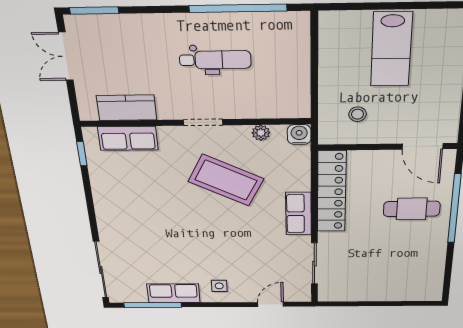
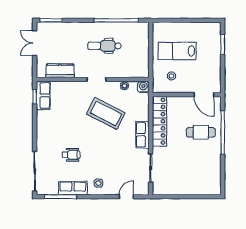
lab bench: (391, 49) -> (177, 51), moved, turned 90
dental chair: (215, 60) -> (104, 46), turned 180
row of seats: (128, 138) -> (43, 95), moved, turned -90
wheelchair: (165, 245) -> (71, 155), added

